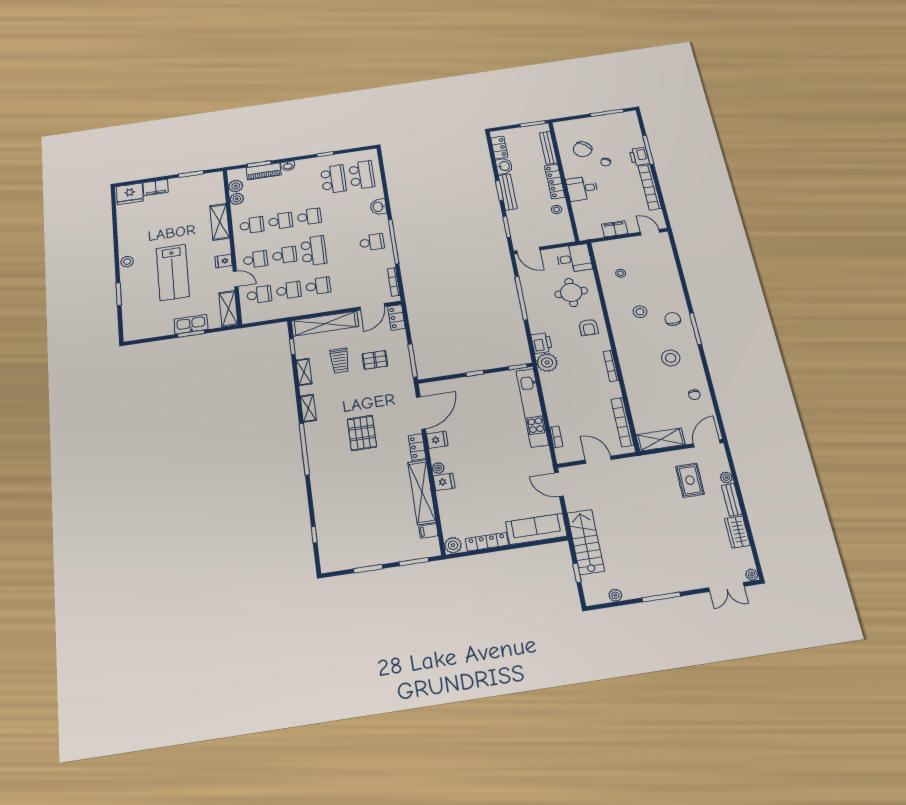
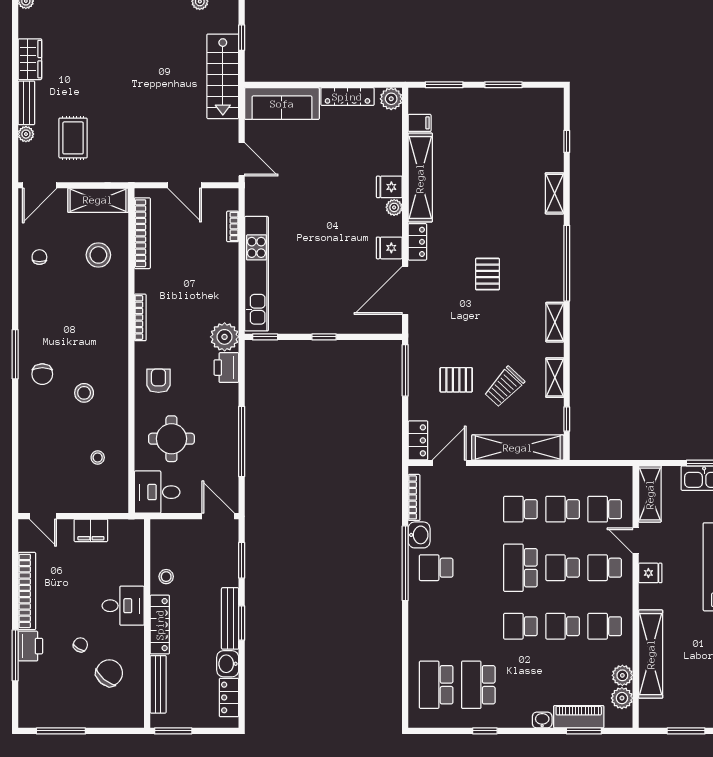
washbasin: (378, 207) -> (419, 535), moved
shelving: (220, 222) -> (651, 654), width x1.47
stool: (671, 358) -> (98, 255), moved
trolley: (340, 361) -> (504, 387), turned -137
pallet: (362, 433) -> (487, 274), width x0.67, depth x0.71
shelving: (319, 496) -> (555, 193), added

